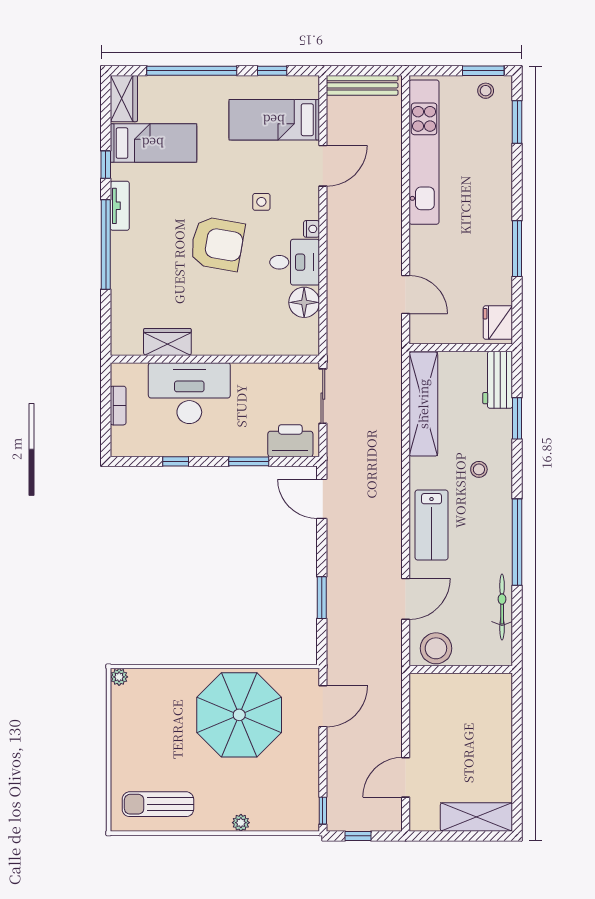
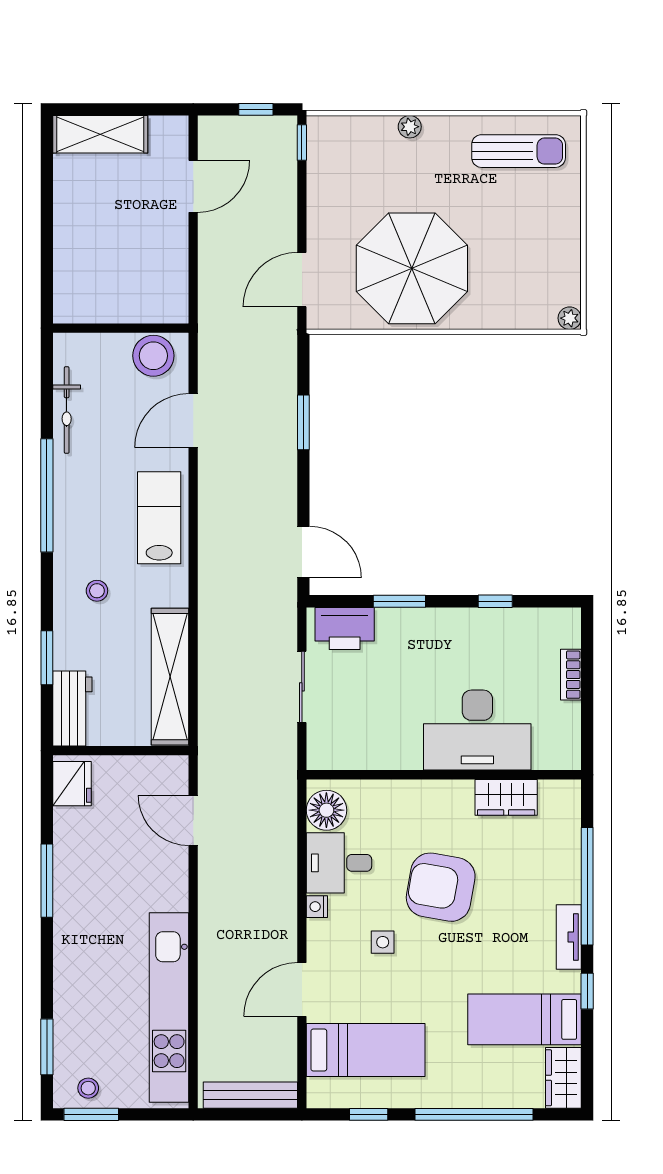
wardrobe: (167, 342) -> (506, 797), moved
wall: (215, 359) -> (444, 775), moved
desk: (189, 393) -> (477, 730), moved

